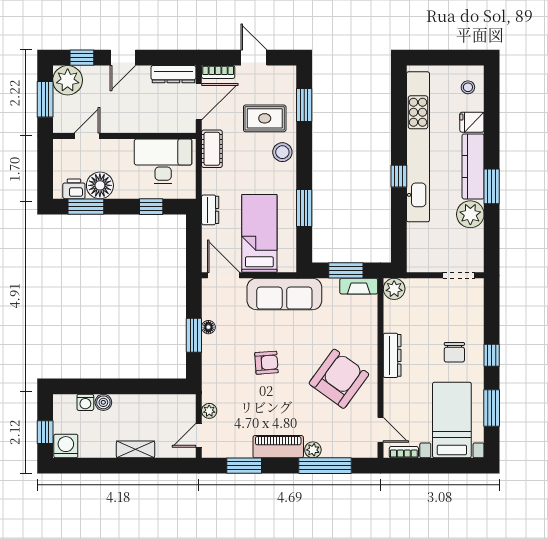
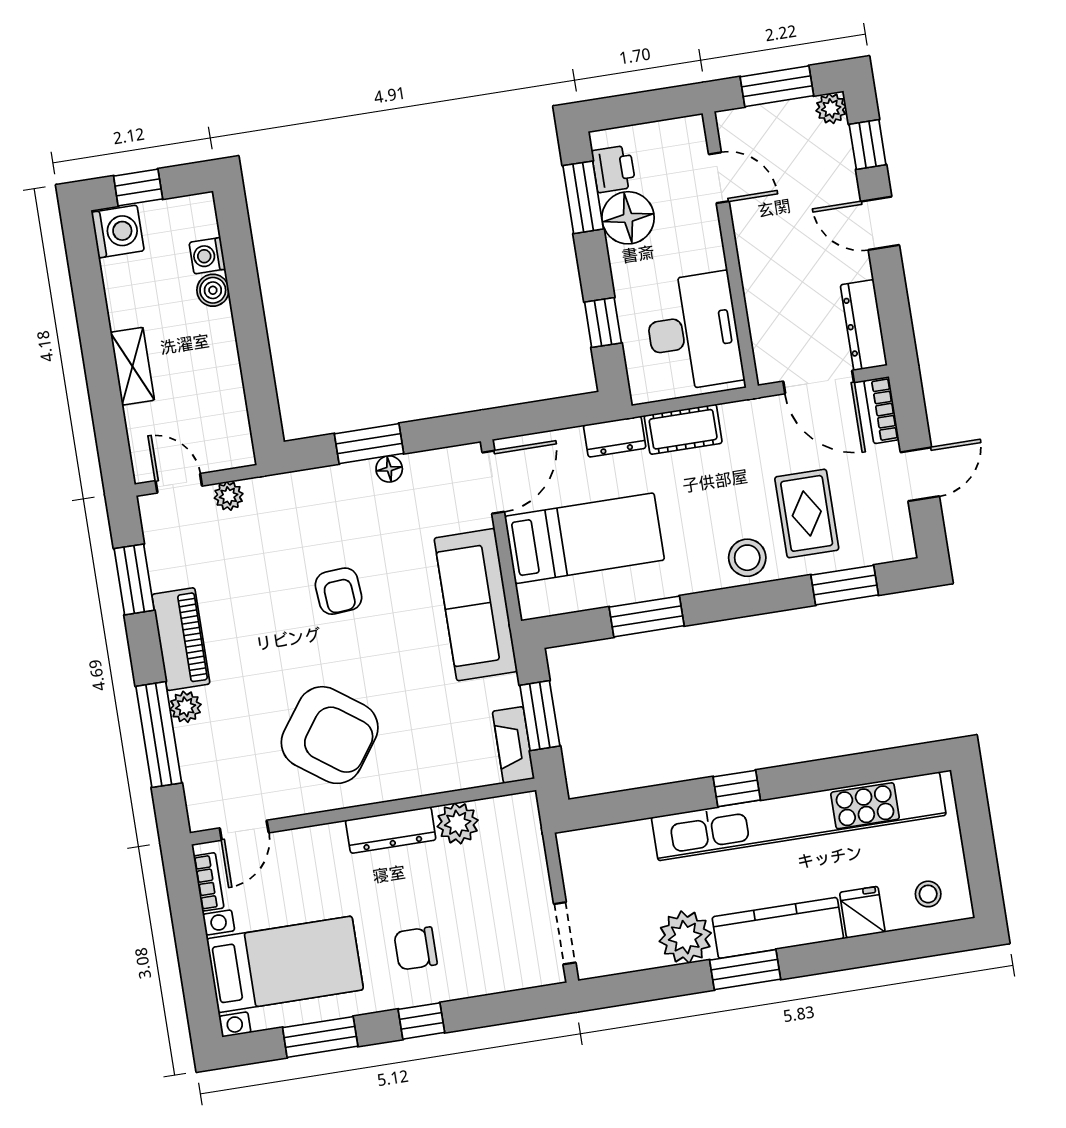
plant: (68, 80) -> (831, 108), width x0.53, depth x0.53
cot: (212, 149) -> (683, 429), moved
plant: (394, 289) -> (458, 823), moved

